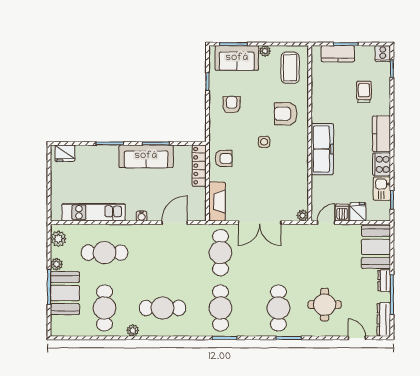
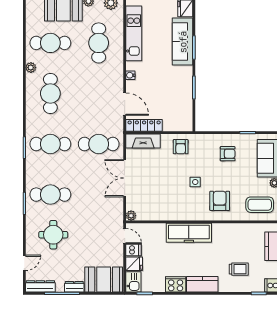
sofa: (146, 156) -> (183, 42), moved
locker: (199, 166) -> (144, 125), moved
kitchen sink: (382, 189) -> (133, 282), moved, turned 90

